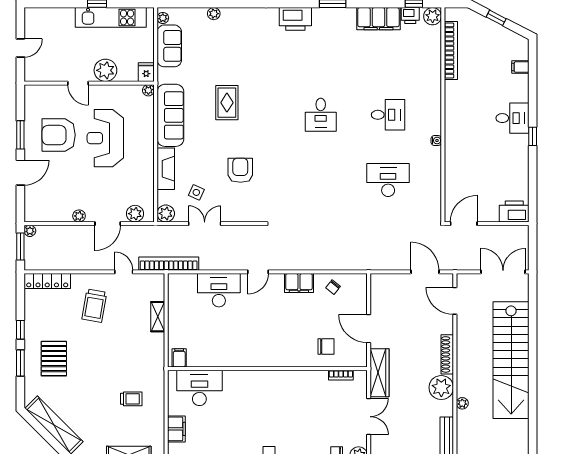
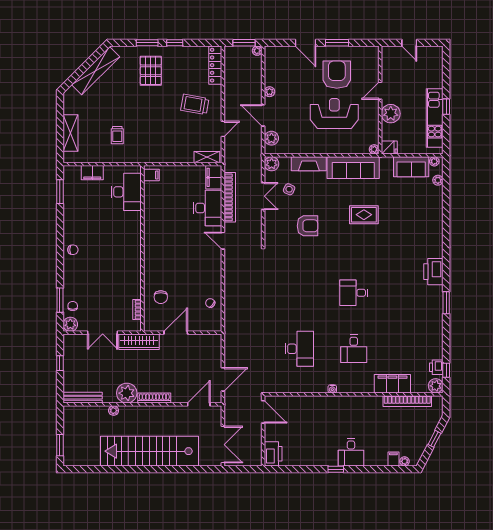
plant: (214, 14) -> (438, 180), moved
filing cabinet: (378, 19) -> (392, 384), moved, turned 90
plant: (523, 54) -> (405, 461), added
bookcase: (169, 264) -> (230, 197), moved
filing cabinet: (299, 283) -> (214, 177), moved
shelving: (158, 317) -> (207, 157), moved
pallet: (54, 359) -> (151, 71), turned 90

